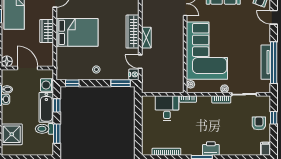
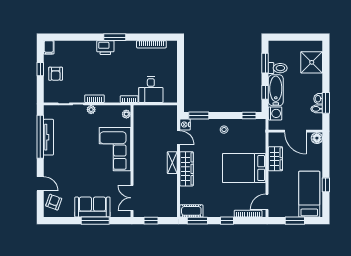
wardrobe: (47, 31) -> (275, 159), moved
corner sofa: (207, 51) -> (115, 149), width x0.73, depth x0.74
window: (274, 118) -> (40, 69), moved

